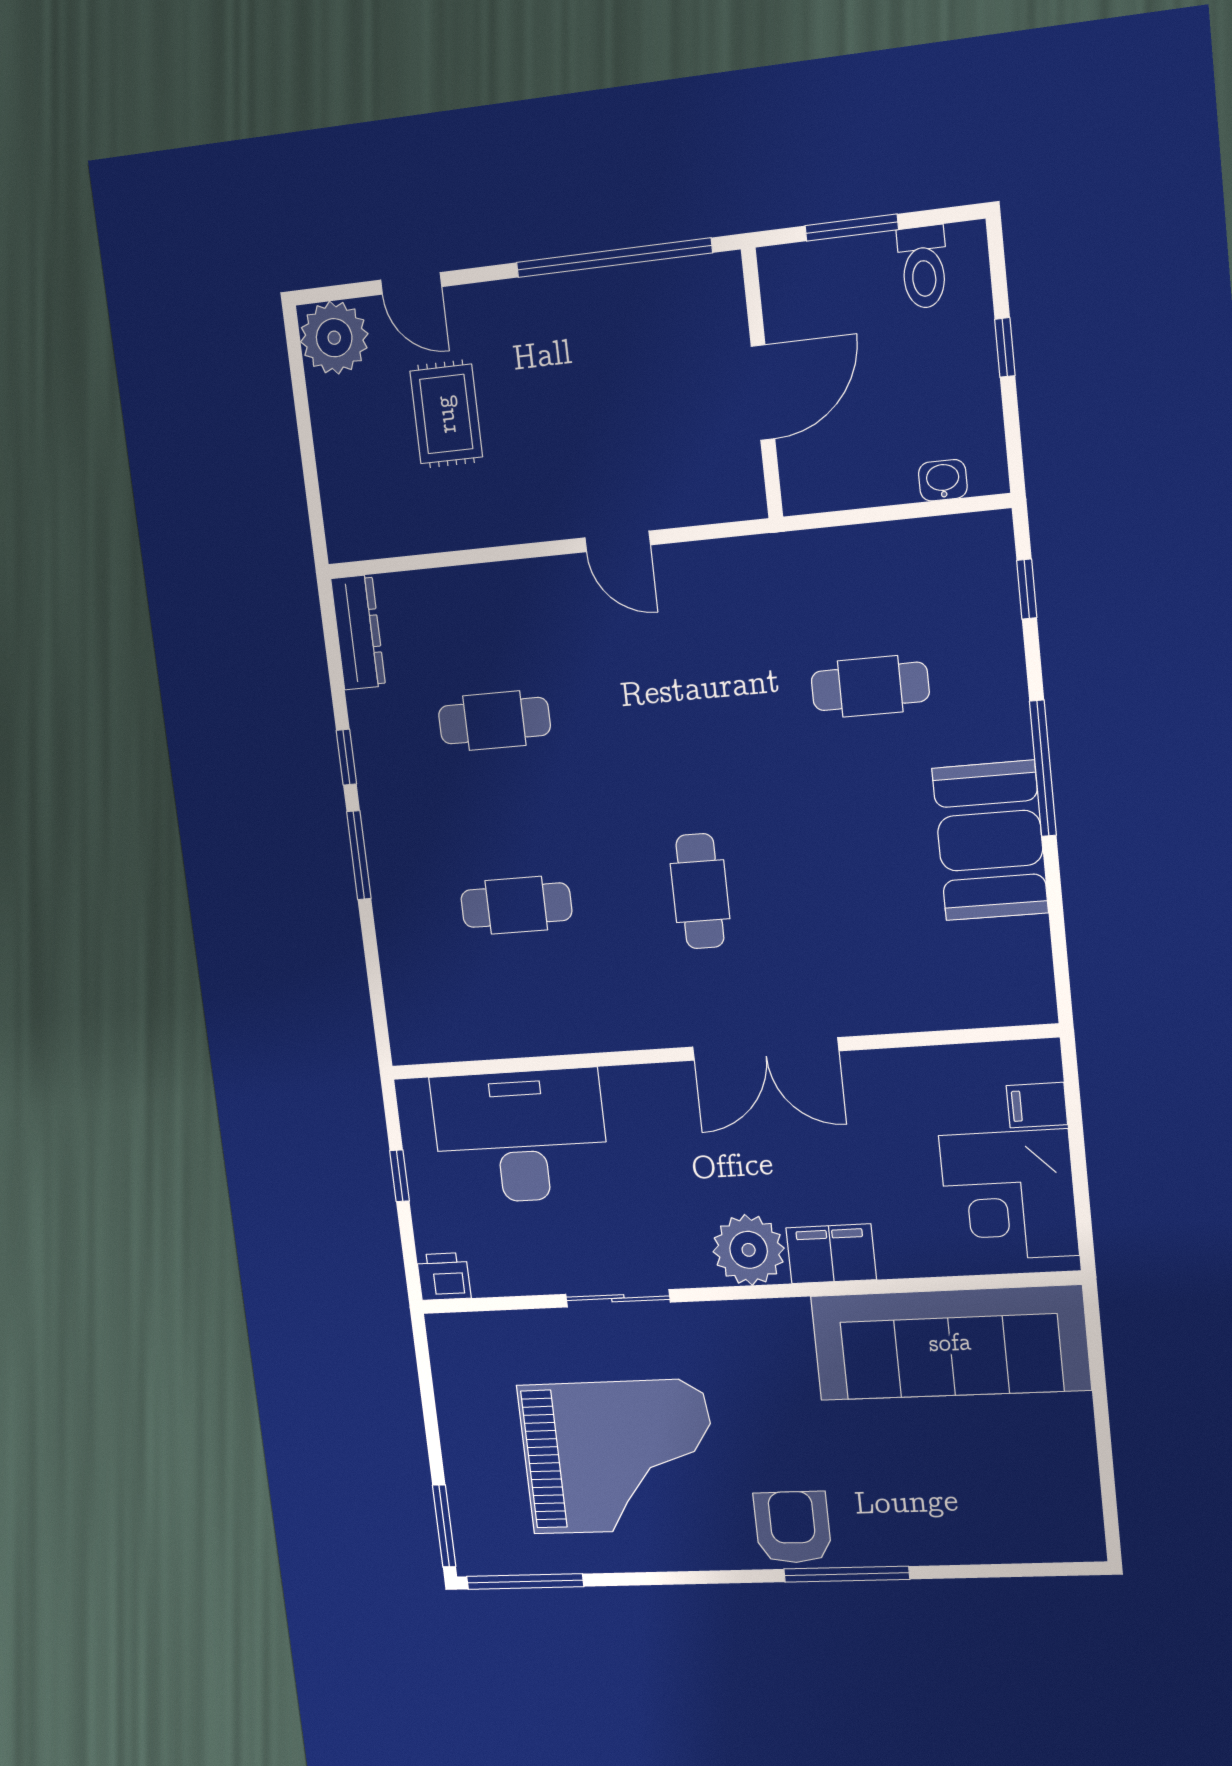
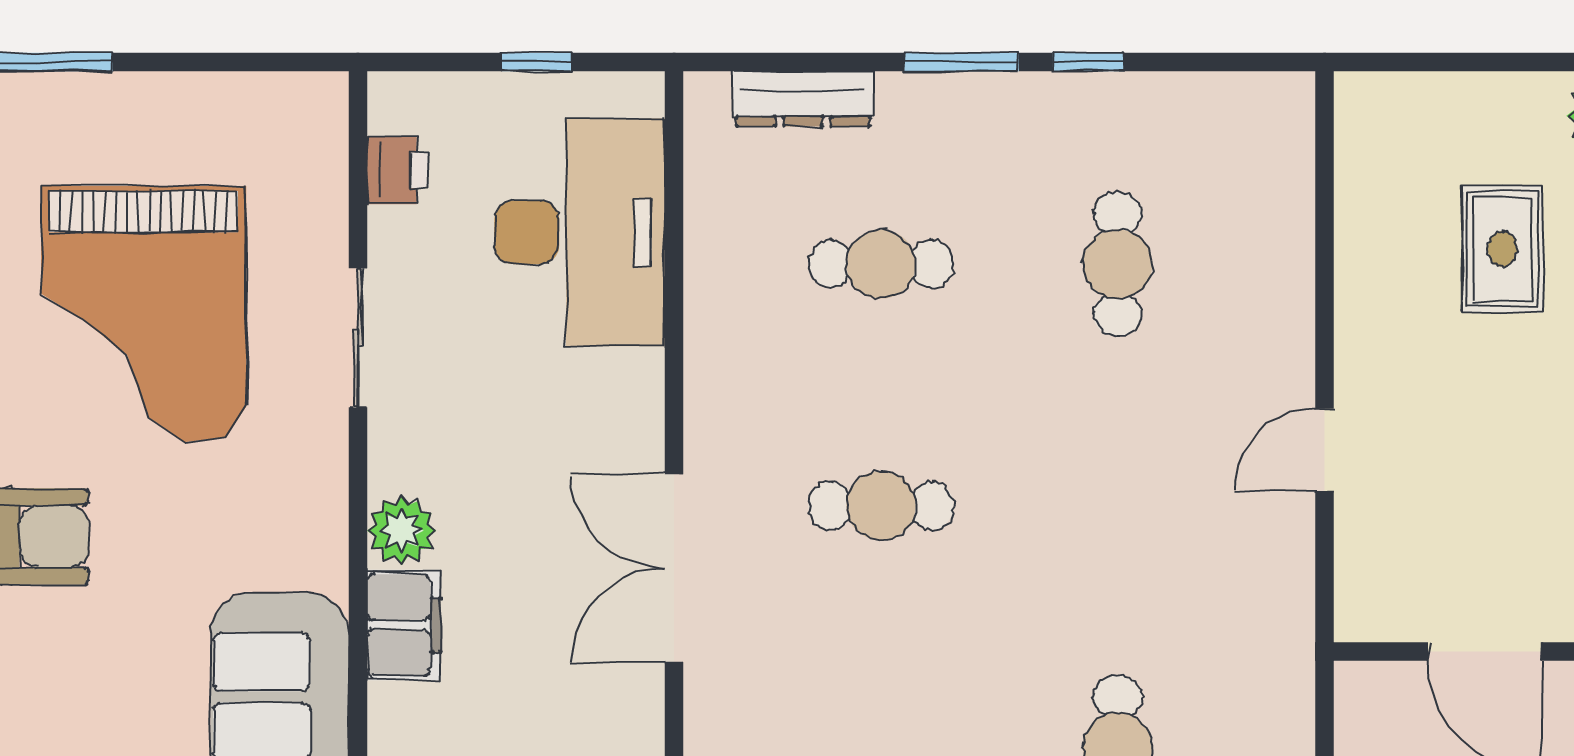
rug: (446, 414) -> (1502, 249), turned 90
dresser: (358, 632) -> (803, 99), moved
cafe table: (516, 905) -> (881, 264), turned 90
plant: (749, 1250) -> (402, 531), width x0.73, depth x0.73
printer: (444, 1276) -> (398, 170), moved

